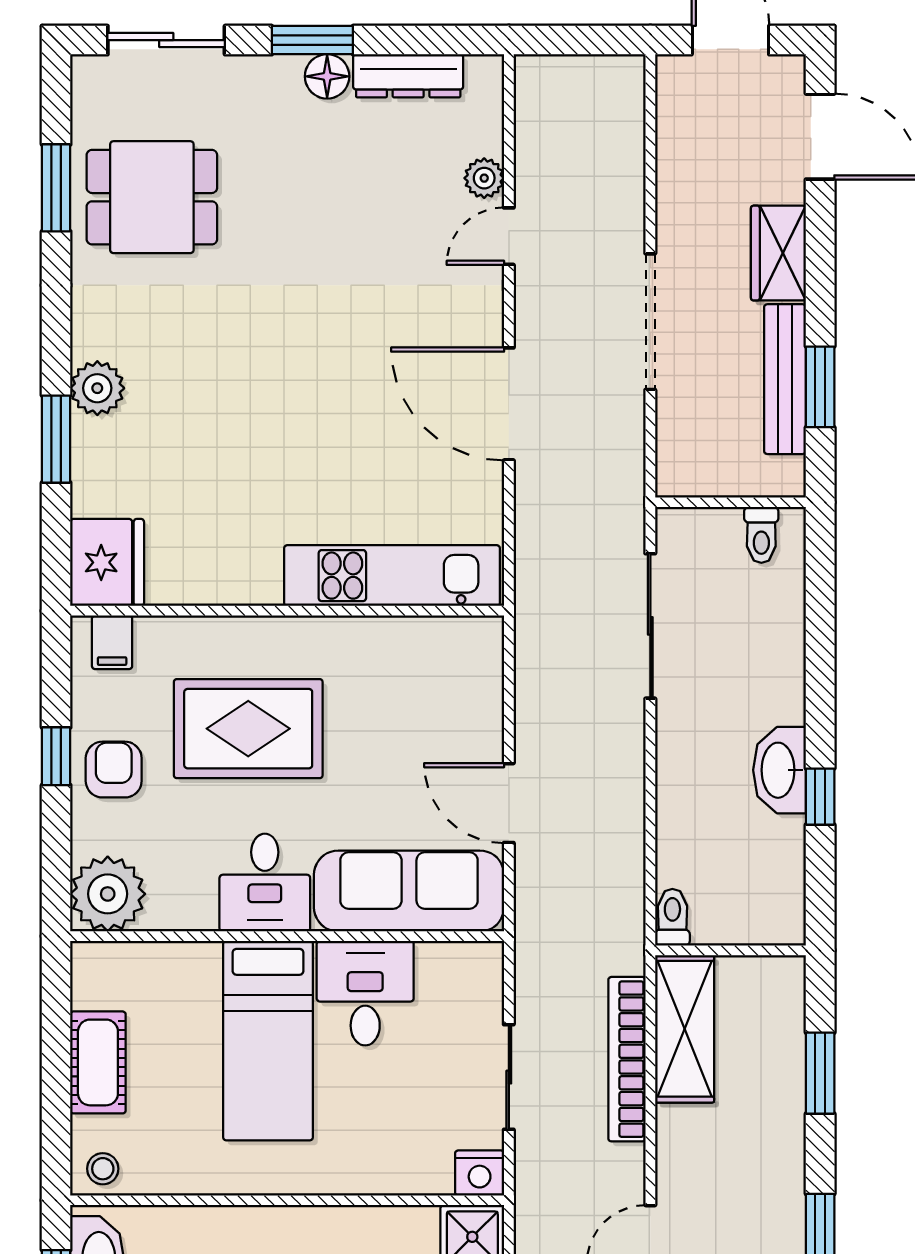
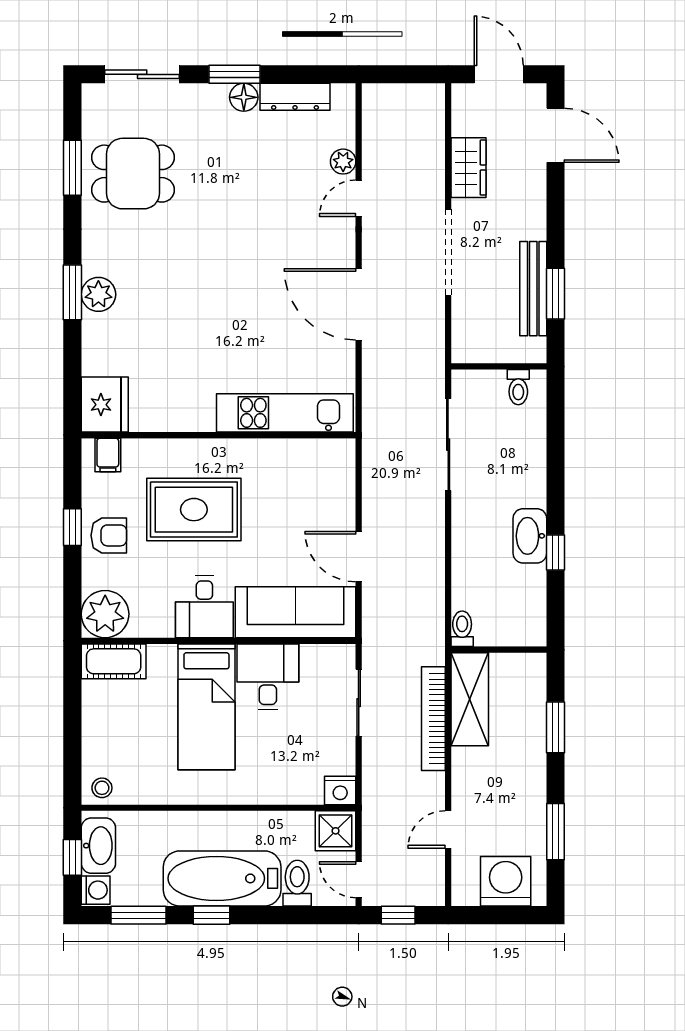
wardrobe: (778, 253) -> (468, 168), moved, turned 180
window: (56, 439) -> (72, 292), moved
armchair: (114, 770) -> (109, 535), turned 90
cot: (98, 1062) -> (114, 661), moved, turned 90
sliding door: (509, 1077) -> (359, 703), moved

